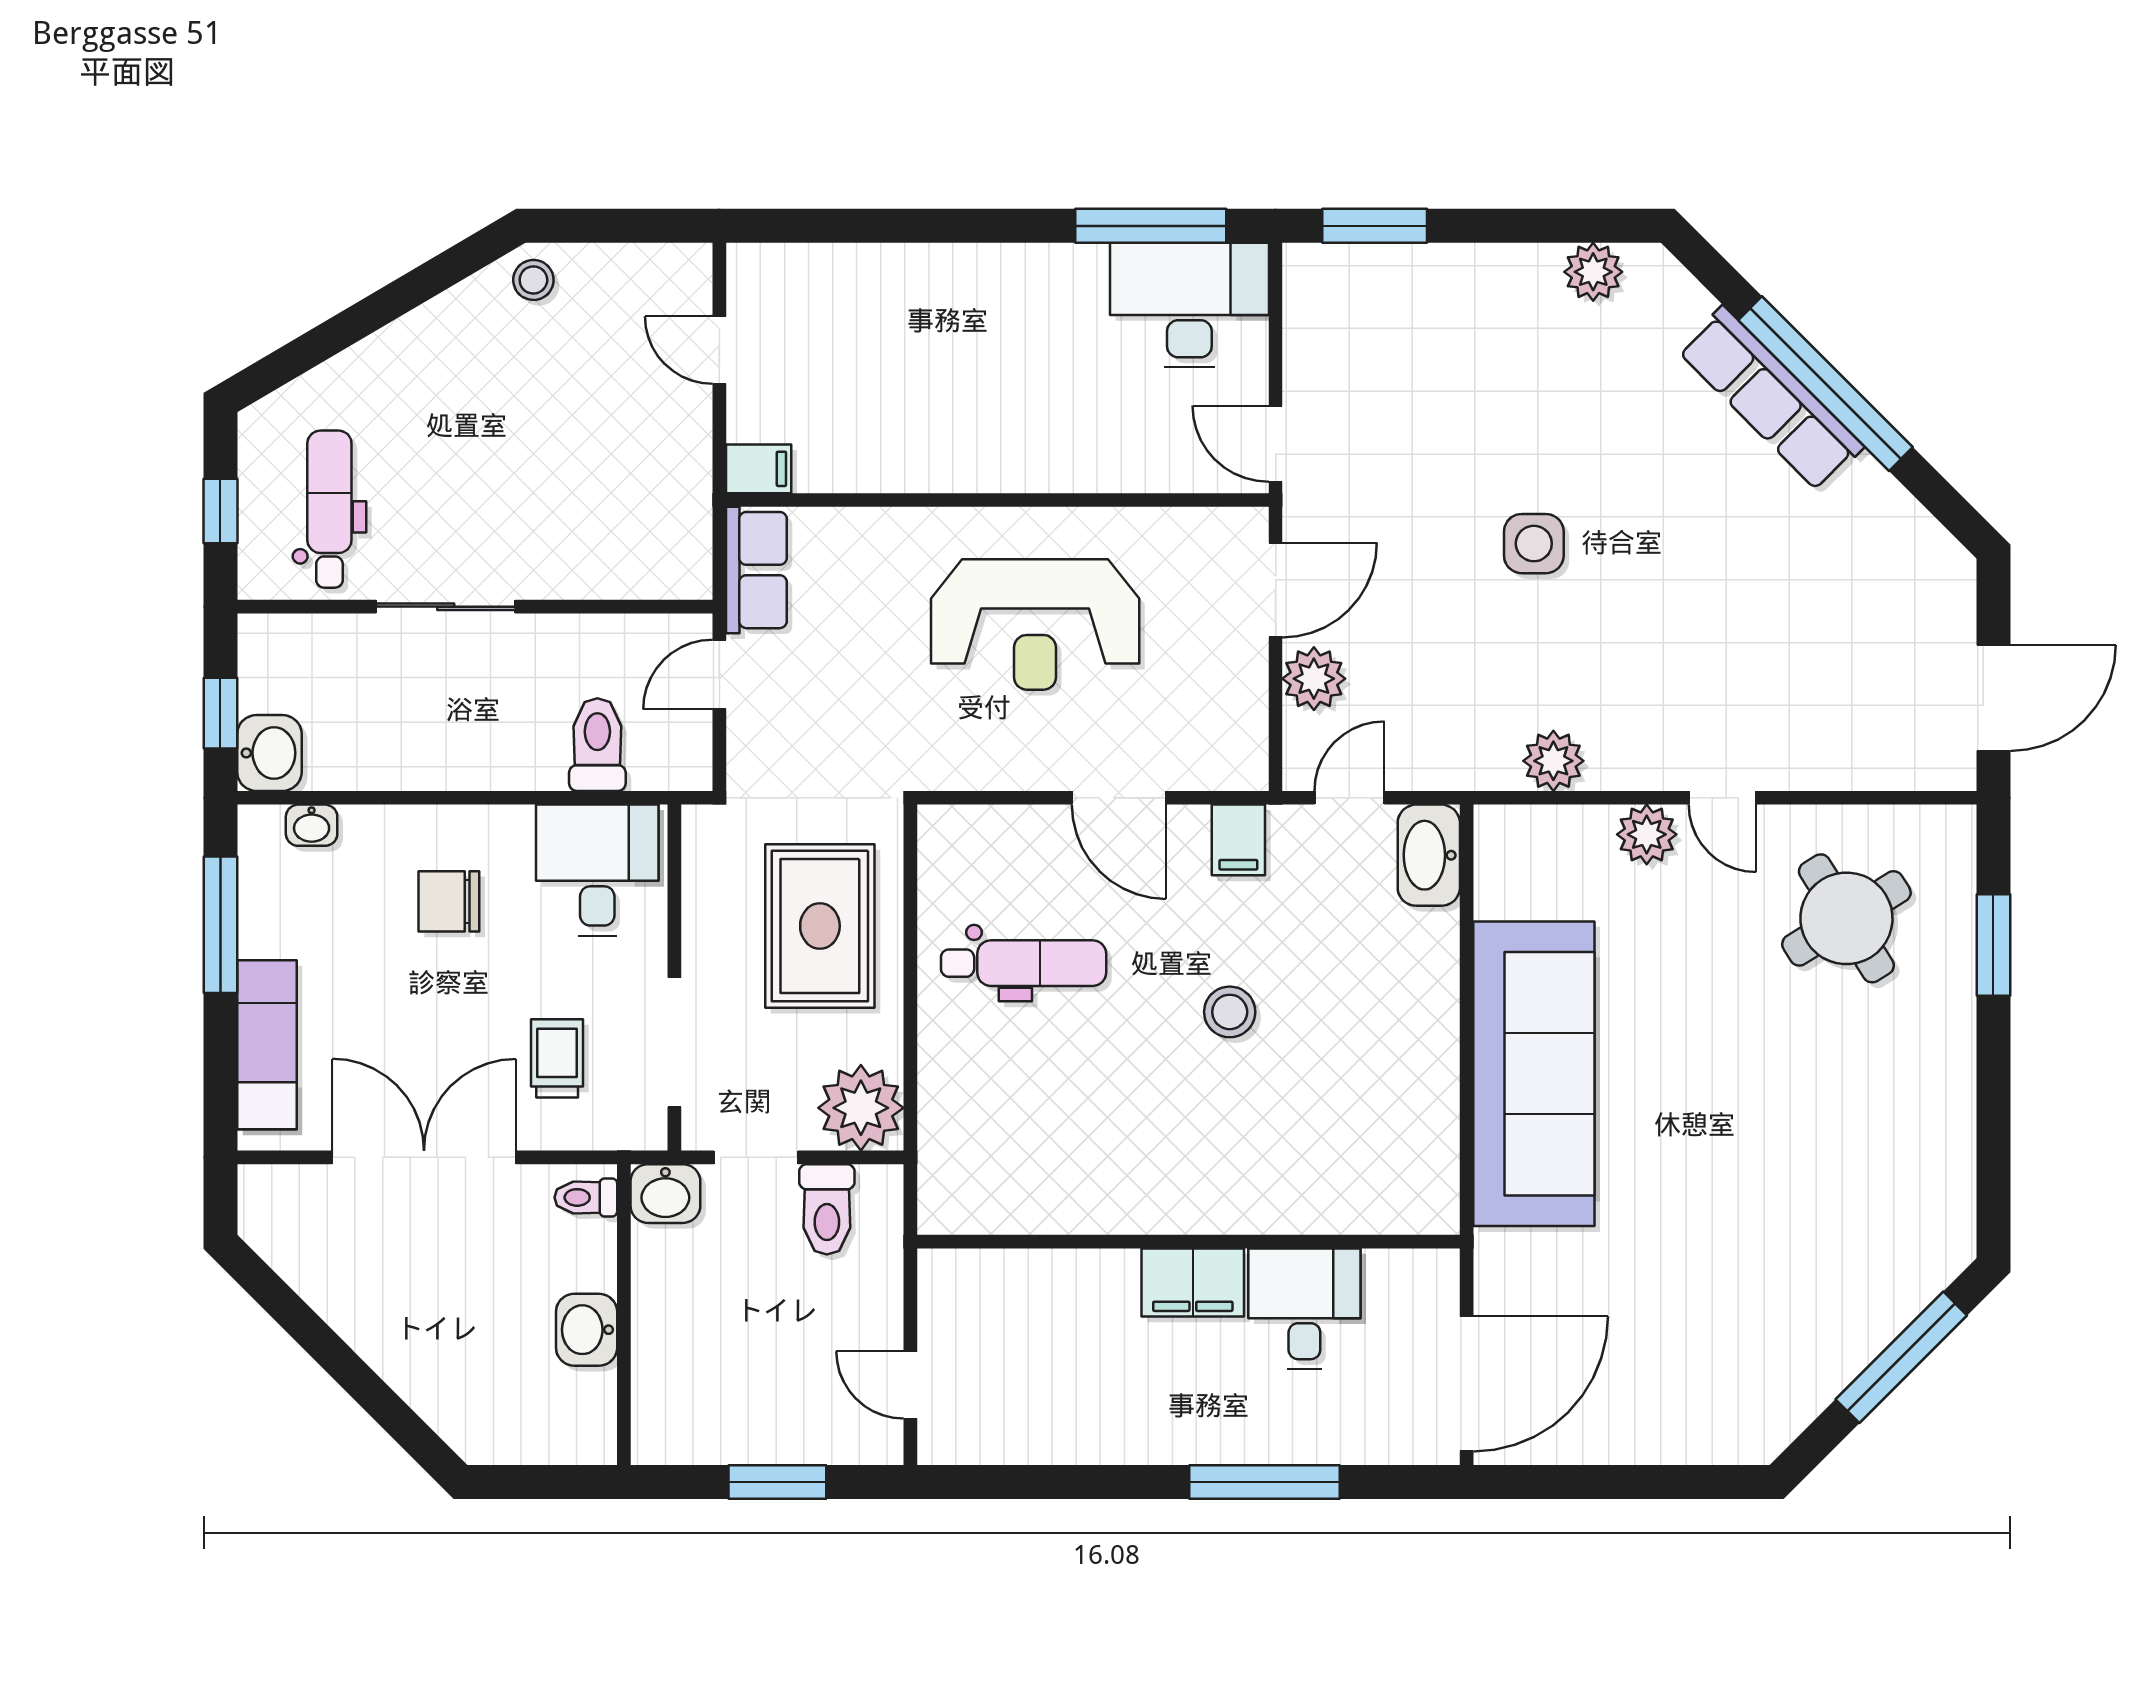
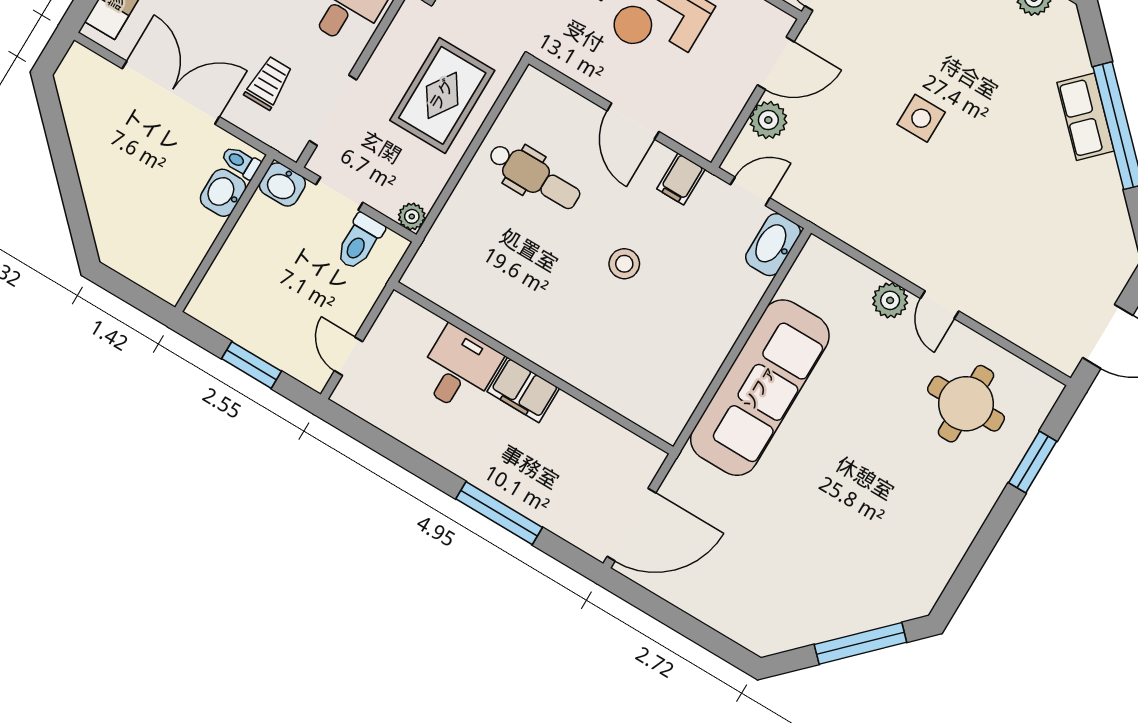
row of seats: (1771, 399) -> (1086, 117), width x0.68
plant: (1553, 761) -> (865, 235), removed
round table: (1846, 918) -> (966, 404), turned 32
plant: (861, 1108) -> (412, 216), width x0.53, depth x0.53
desk: (1304, 1309) -> (459, 369), moved
washbasin: (587, 1330) -> (223, 193), moved

